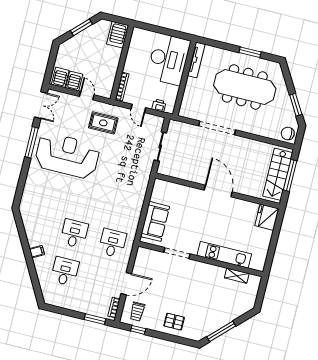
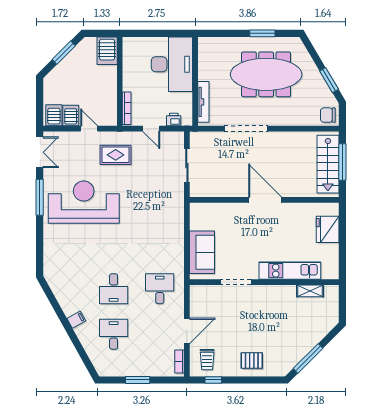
tv unit: (196, 60) -> (203, 102), moved
fridge: (267, 217) -> (328, 229), moved
desk: (74, 234) -> (114, 289), turned 180
window: (95, 319) -> (138, 380), moved

